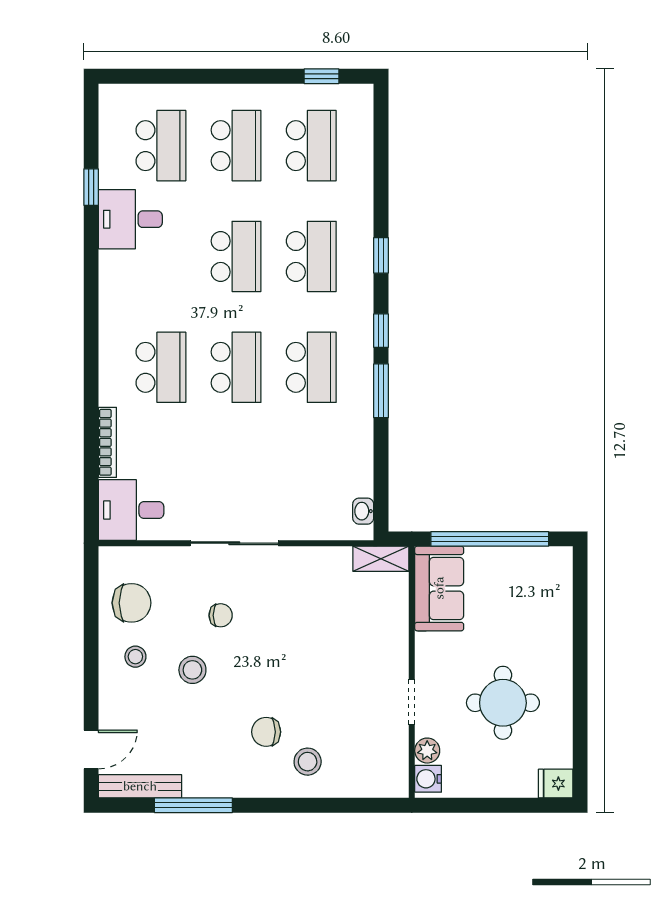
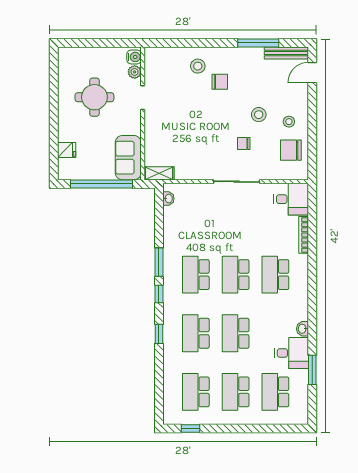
window: (91, 187) -> (312, 370), width x1.50
washbasin: (110, 265) -> (302, 329), added
fridge: (556, 784) -> (67, 150), moved

